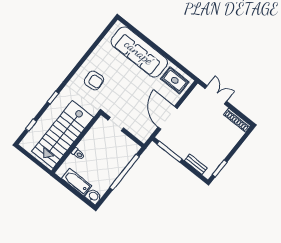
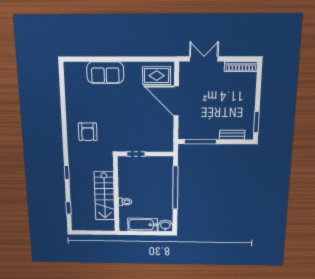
sofa: (139, 52) -> (105, 73), width x0.54, depth x0.79
armchair: (94, 80) -> (88, 132), turned 95
door: (168, 118) -> (176, 101), moved
stairs: (63, 134) -> (104, 196), width x0.73, depth x0.66

